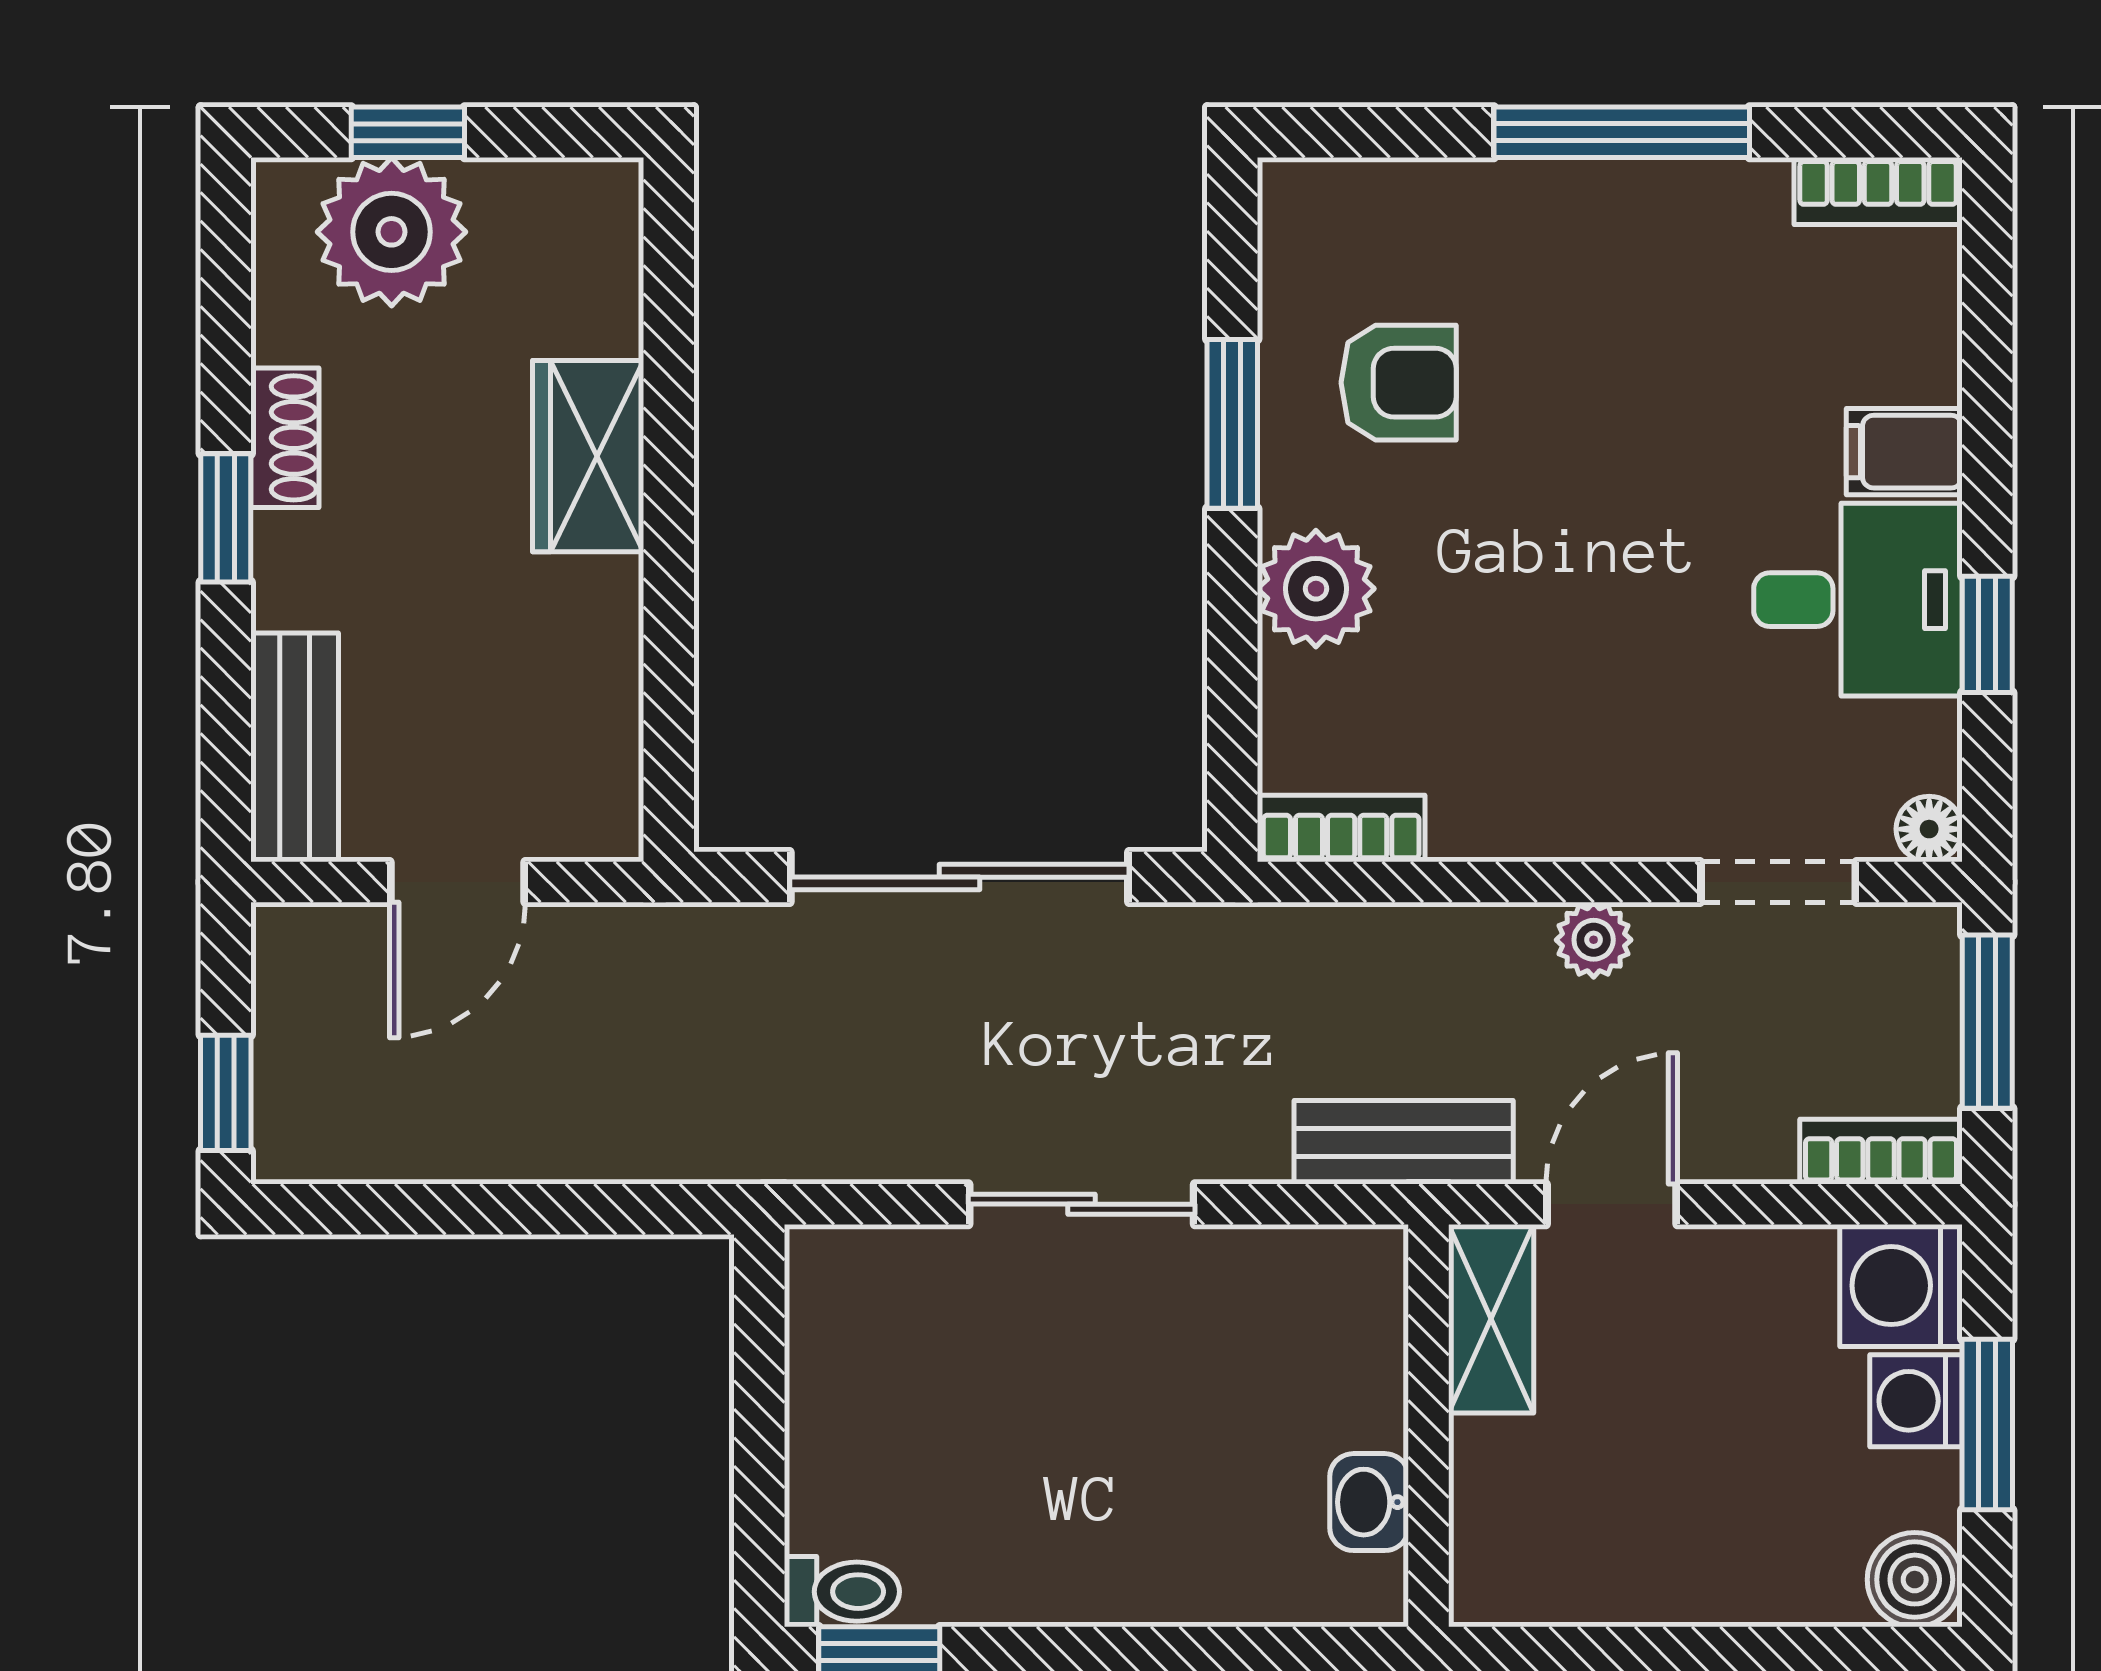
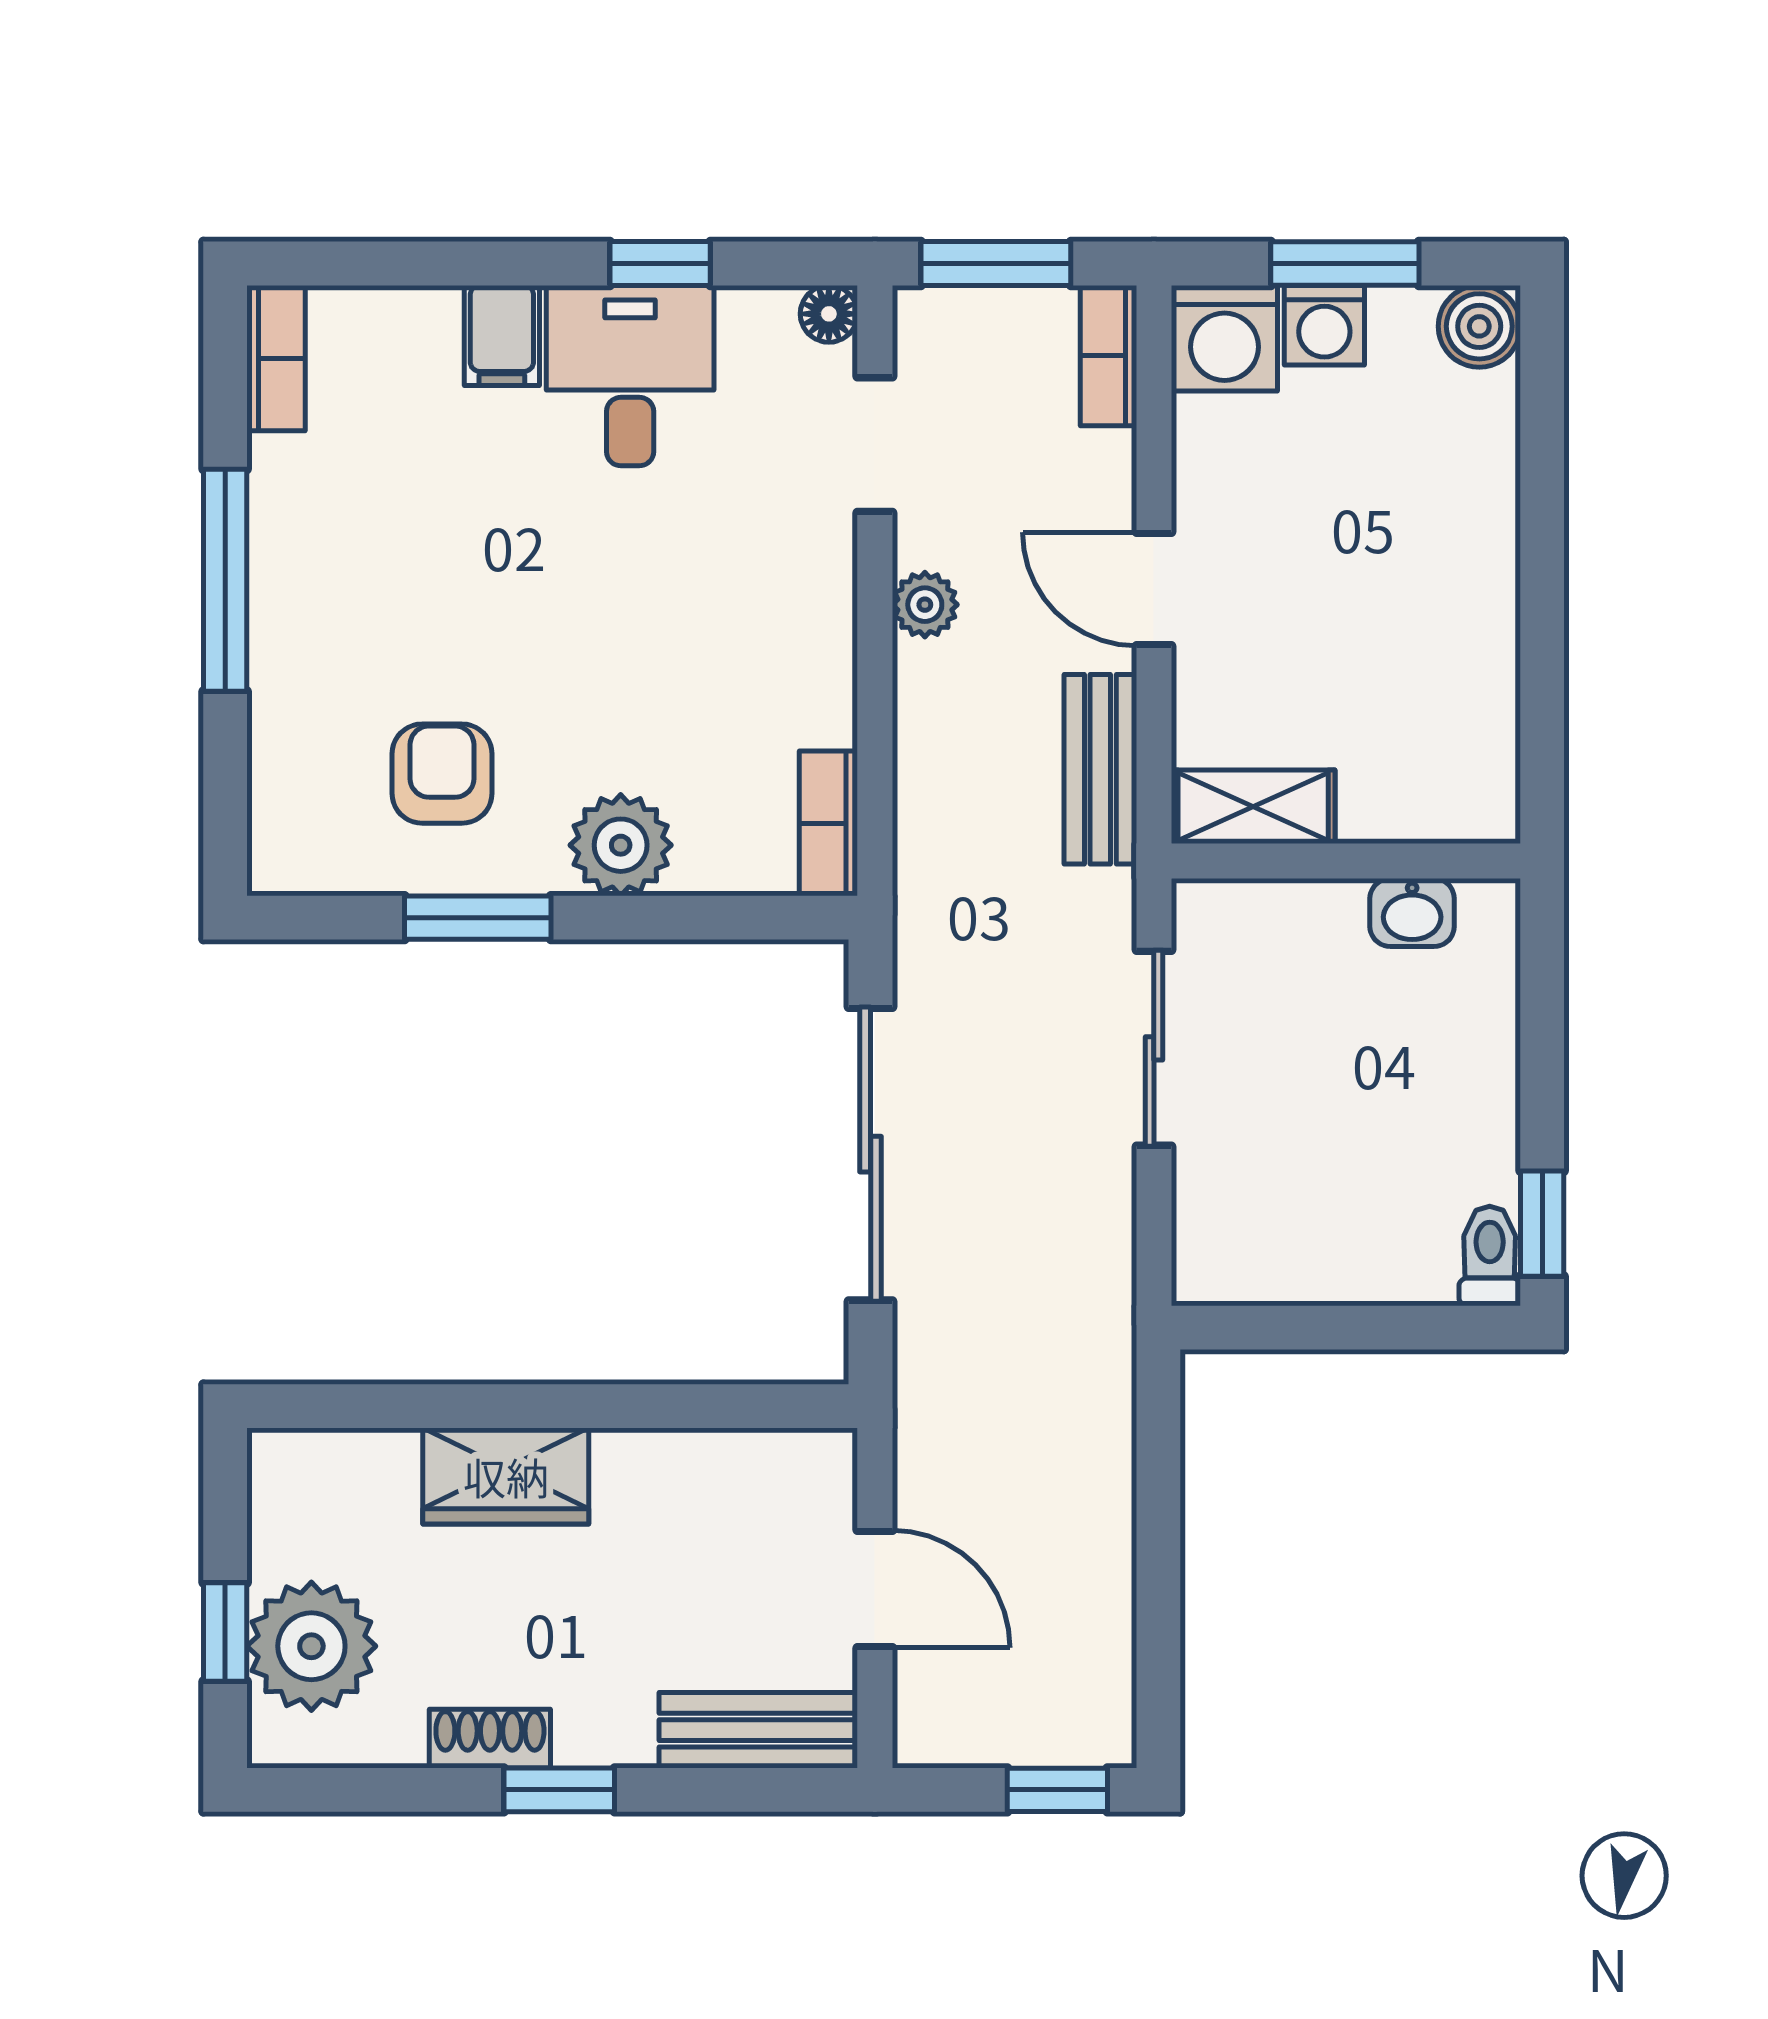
shelving: (1491, 1319) -> (1253, 807), moved
wall: (1429, 1426) -> (1346, 861), moved
washbasin: (1369, 1502) -> (1412, 912), moved

